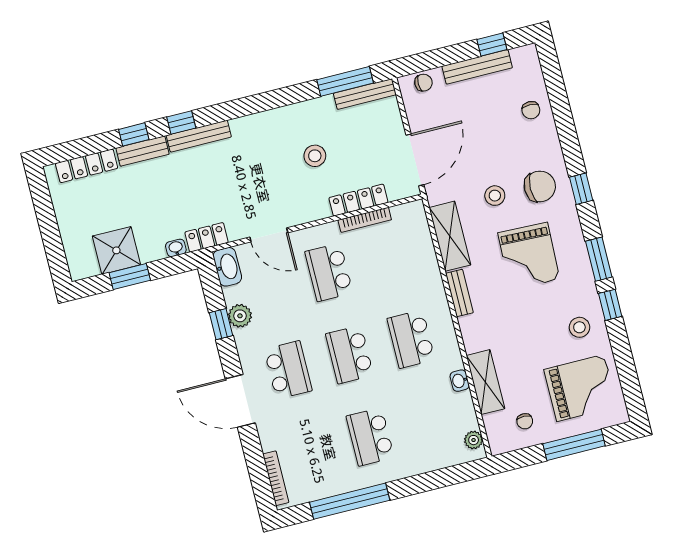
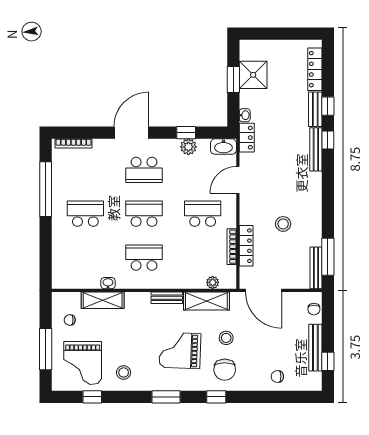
window: (610, 305) -> (92, 397), moved
plant: (474, 440) -> (213, 282), moved

